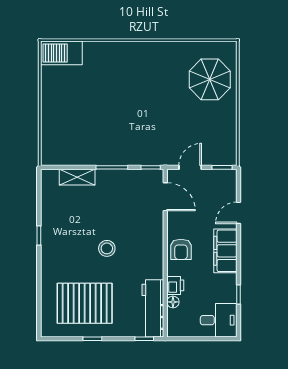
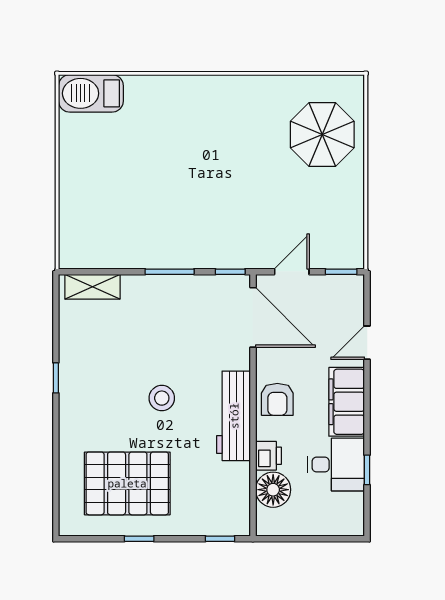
shelving: (77, 177) -> (92, 287), moved
door: (165, 197) -> (253, 317), width x1.36
floor lamp: (173, 302) -> (273, 490), width x1.89, depth x1.89
workbench: (153, 308) -> (234, 416), moved
desk: (219, 320) -> (336, 465), moved

